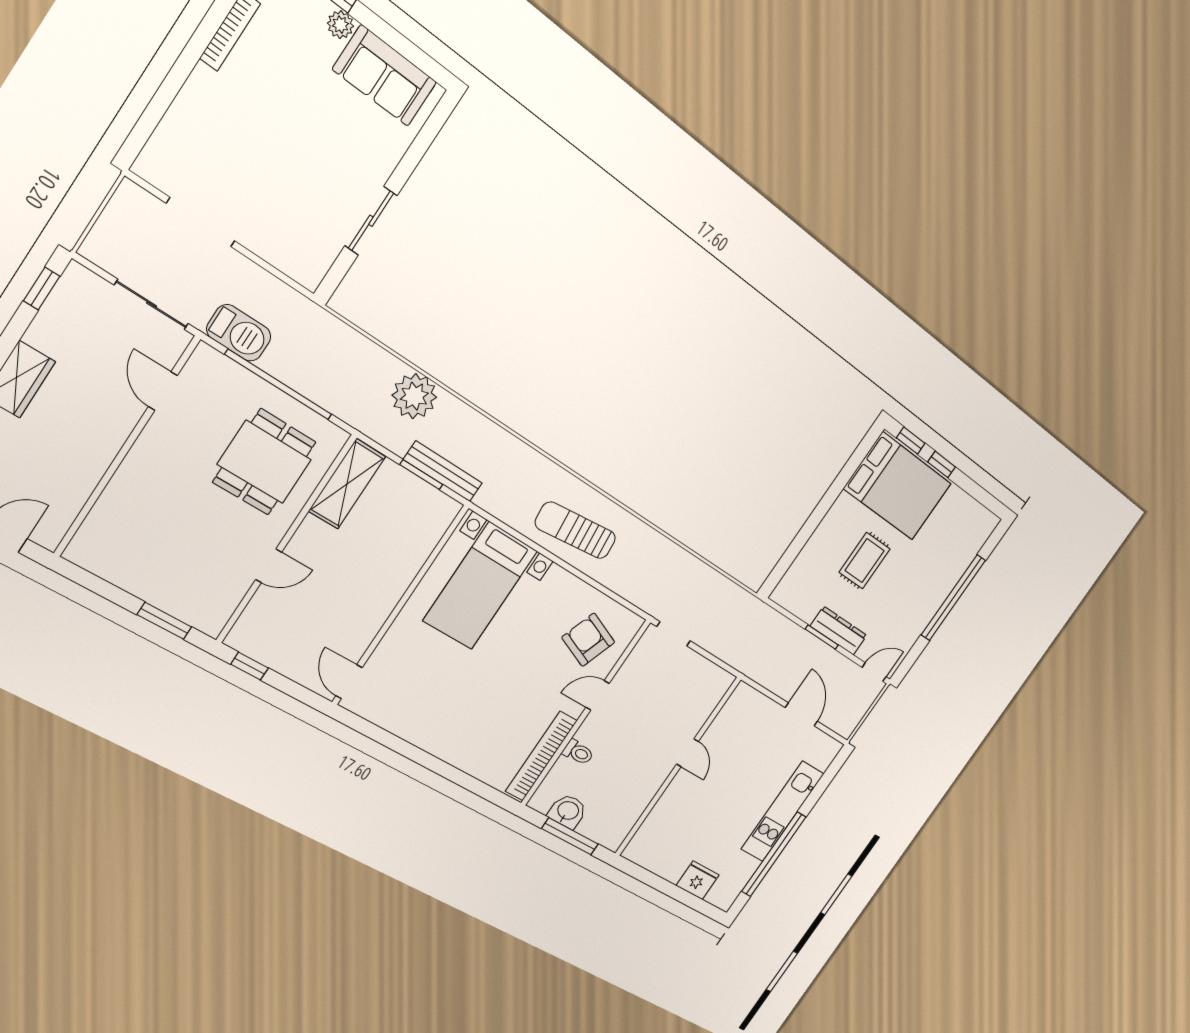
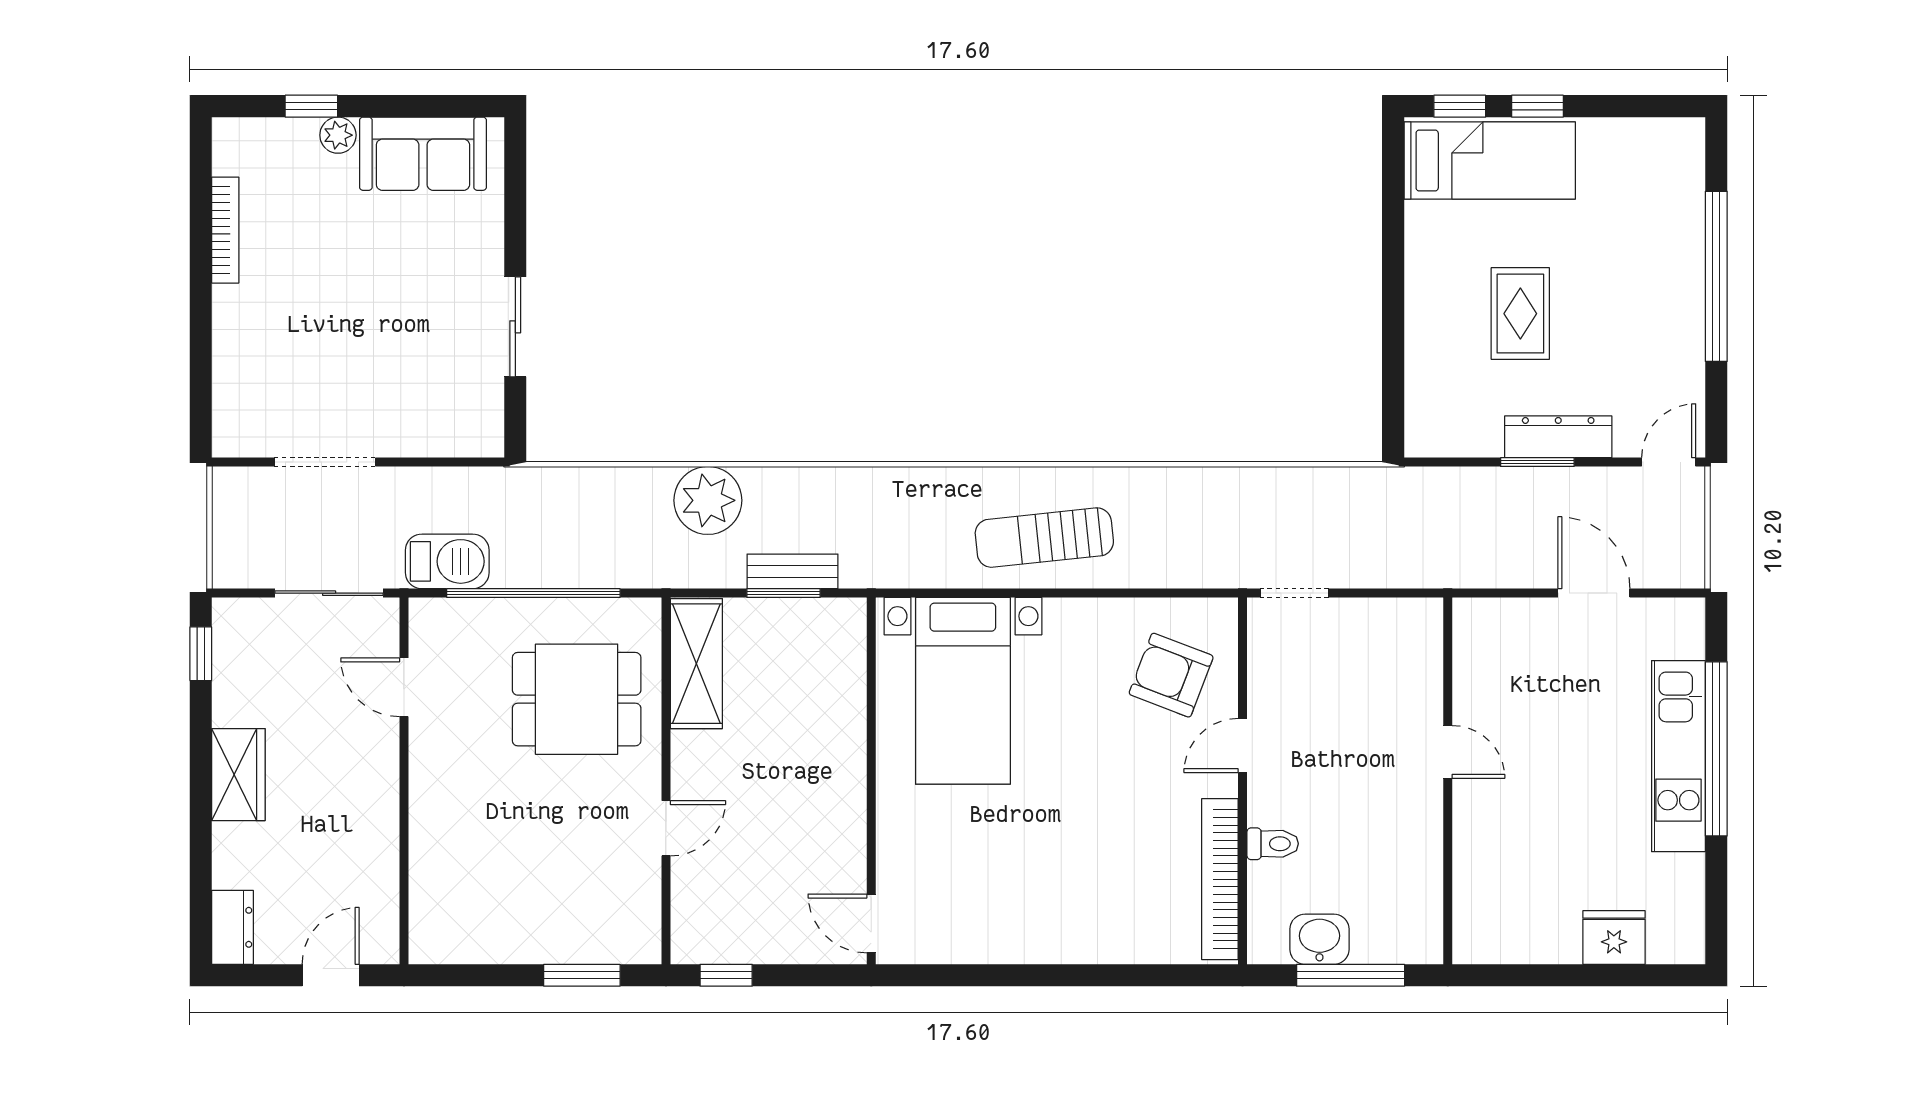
dining table: (264, 462) -> (577, 699), turned 90
bench: (443, 471) -> (792, 571), width x0.73
bed: (898, 486) -> (1490, 160), width x0.67
window: (774, 854) -> (1716, 749), moved

